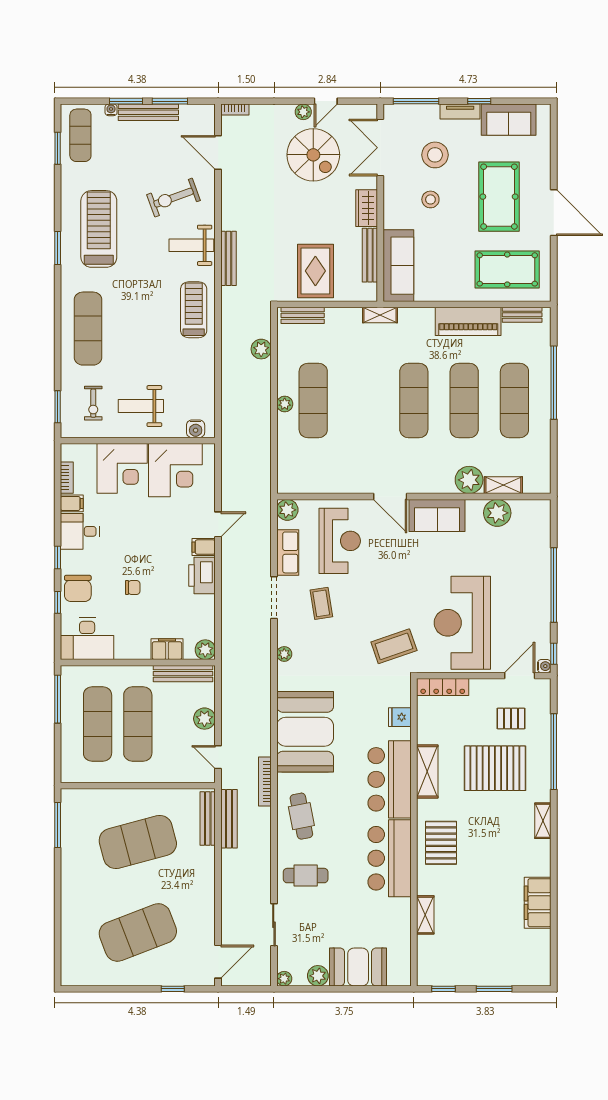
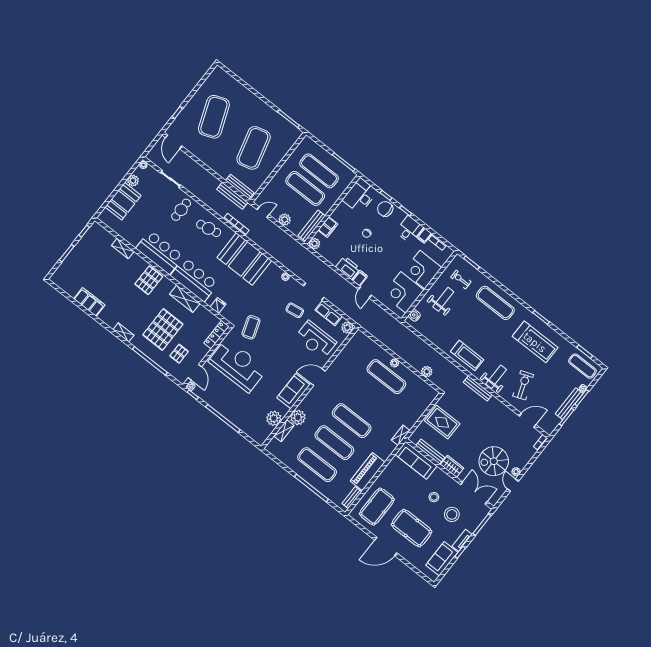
bench: (303, 315) -> (427, 401), removed
pallet: (441, 843) -> (149, 280), turned 90

